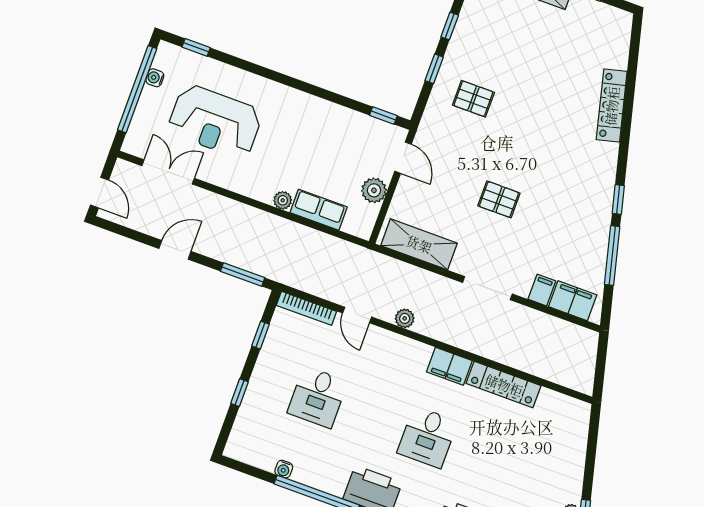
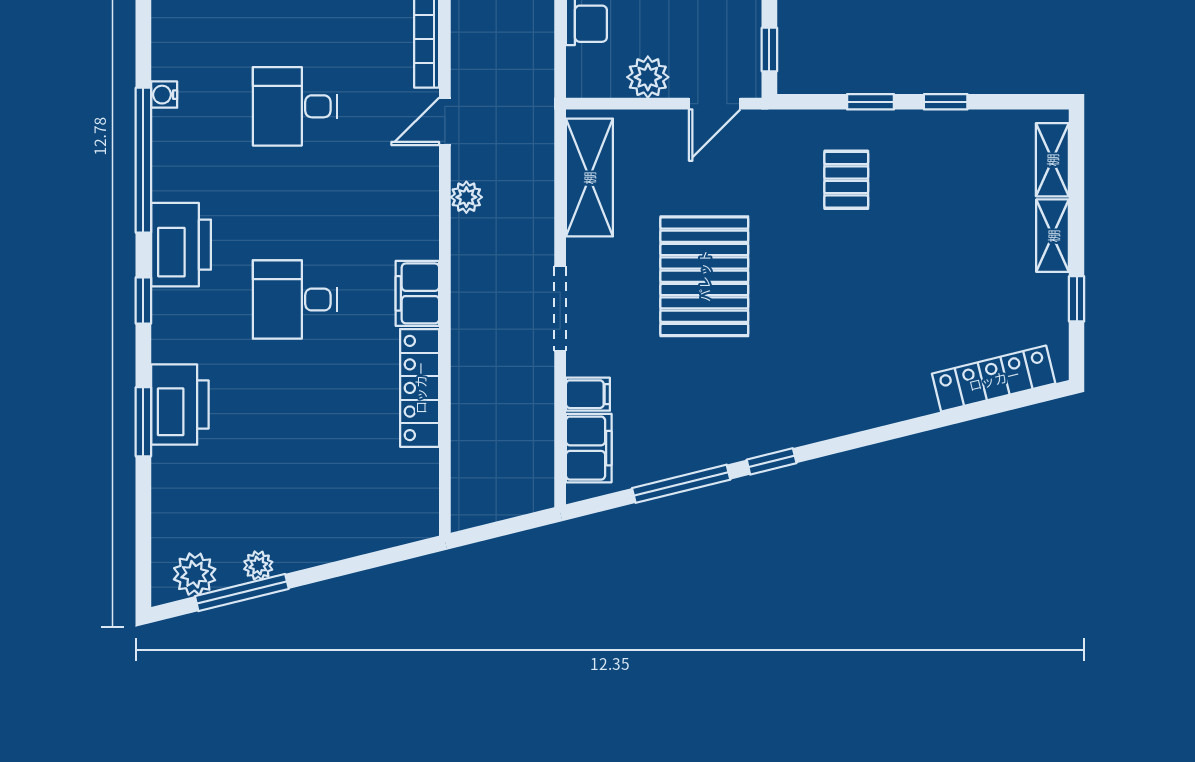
locker: (612, 106) -> (994, 379), moved
pallet: (499, 199) -> (704, 276), width x2.05, depth x2.00

